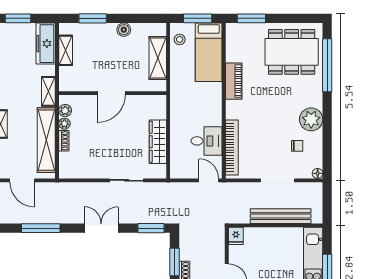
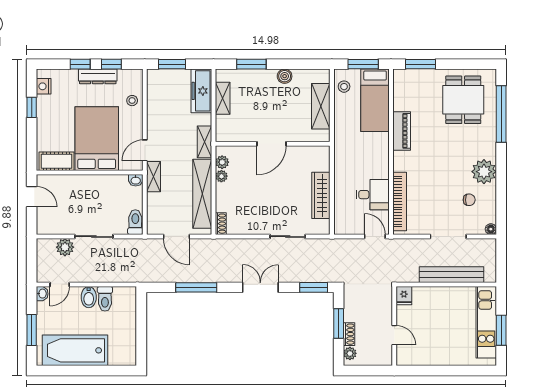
dining table: (292, 52) -> (463, 100), width x0.73
shoe rack: (64, 141) -> (221, 224), moved

